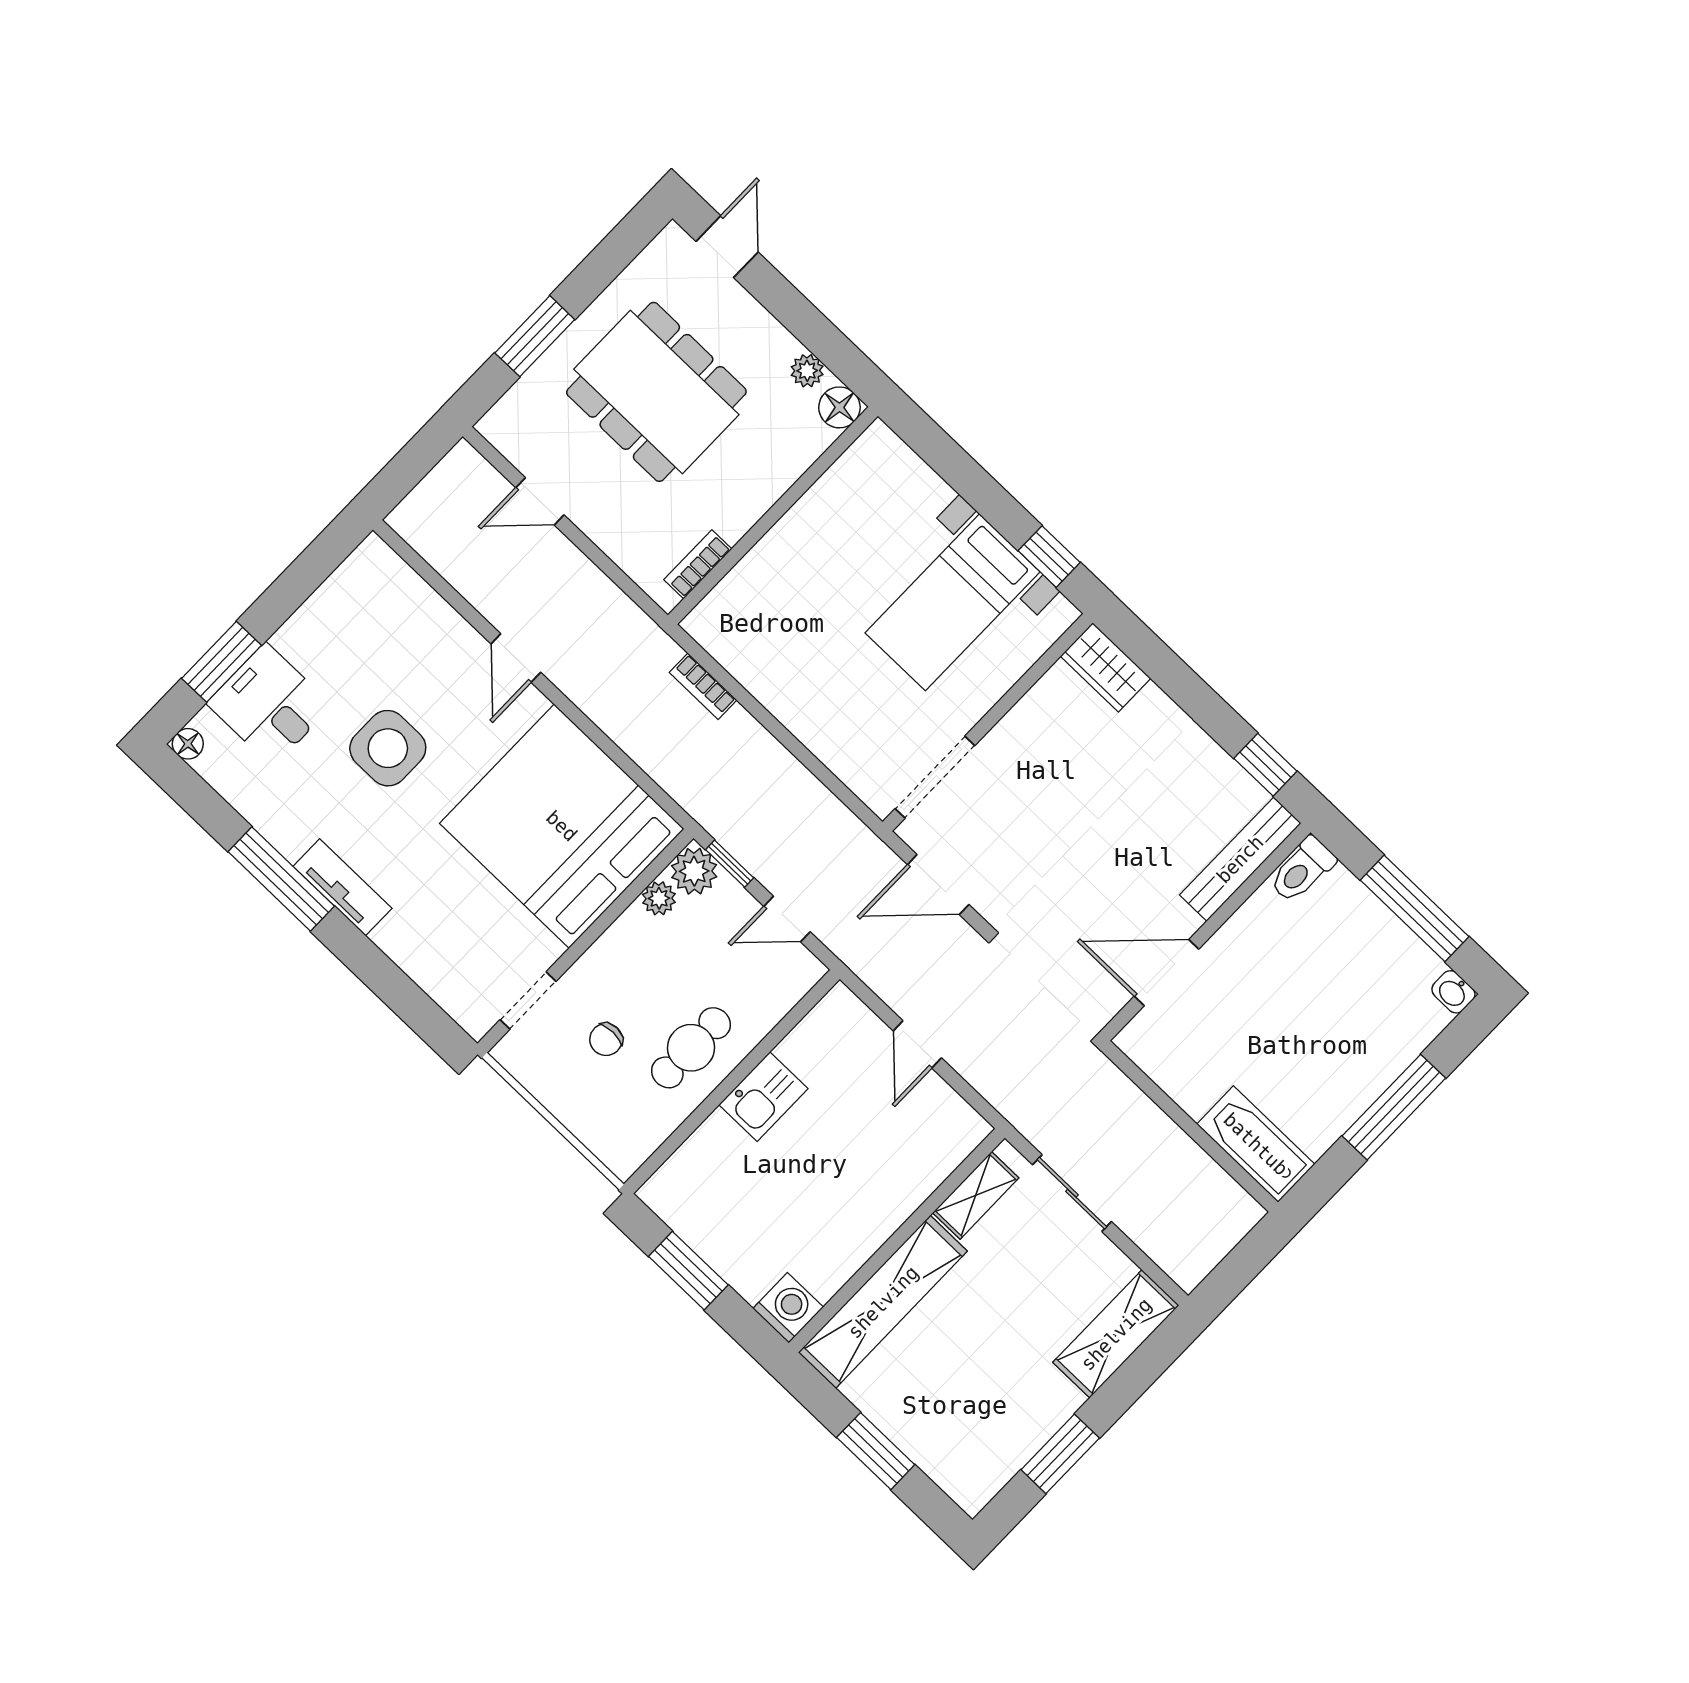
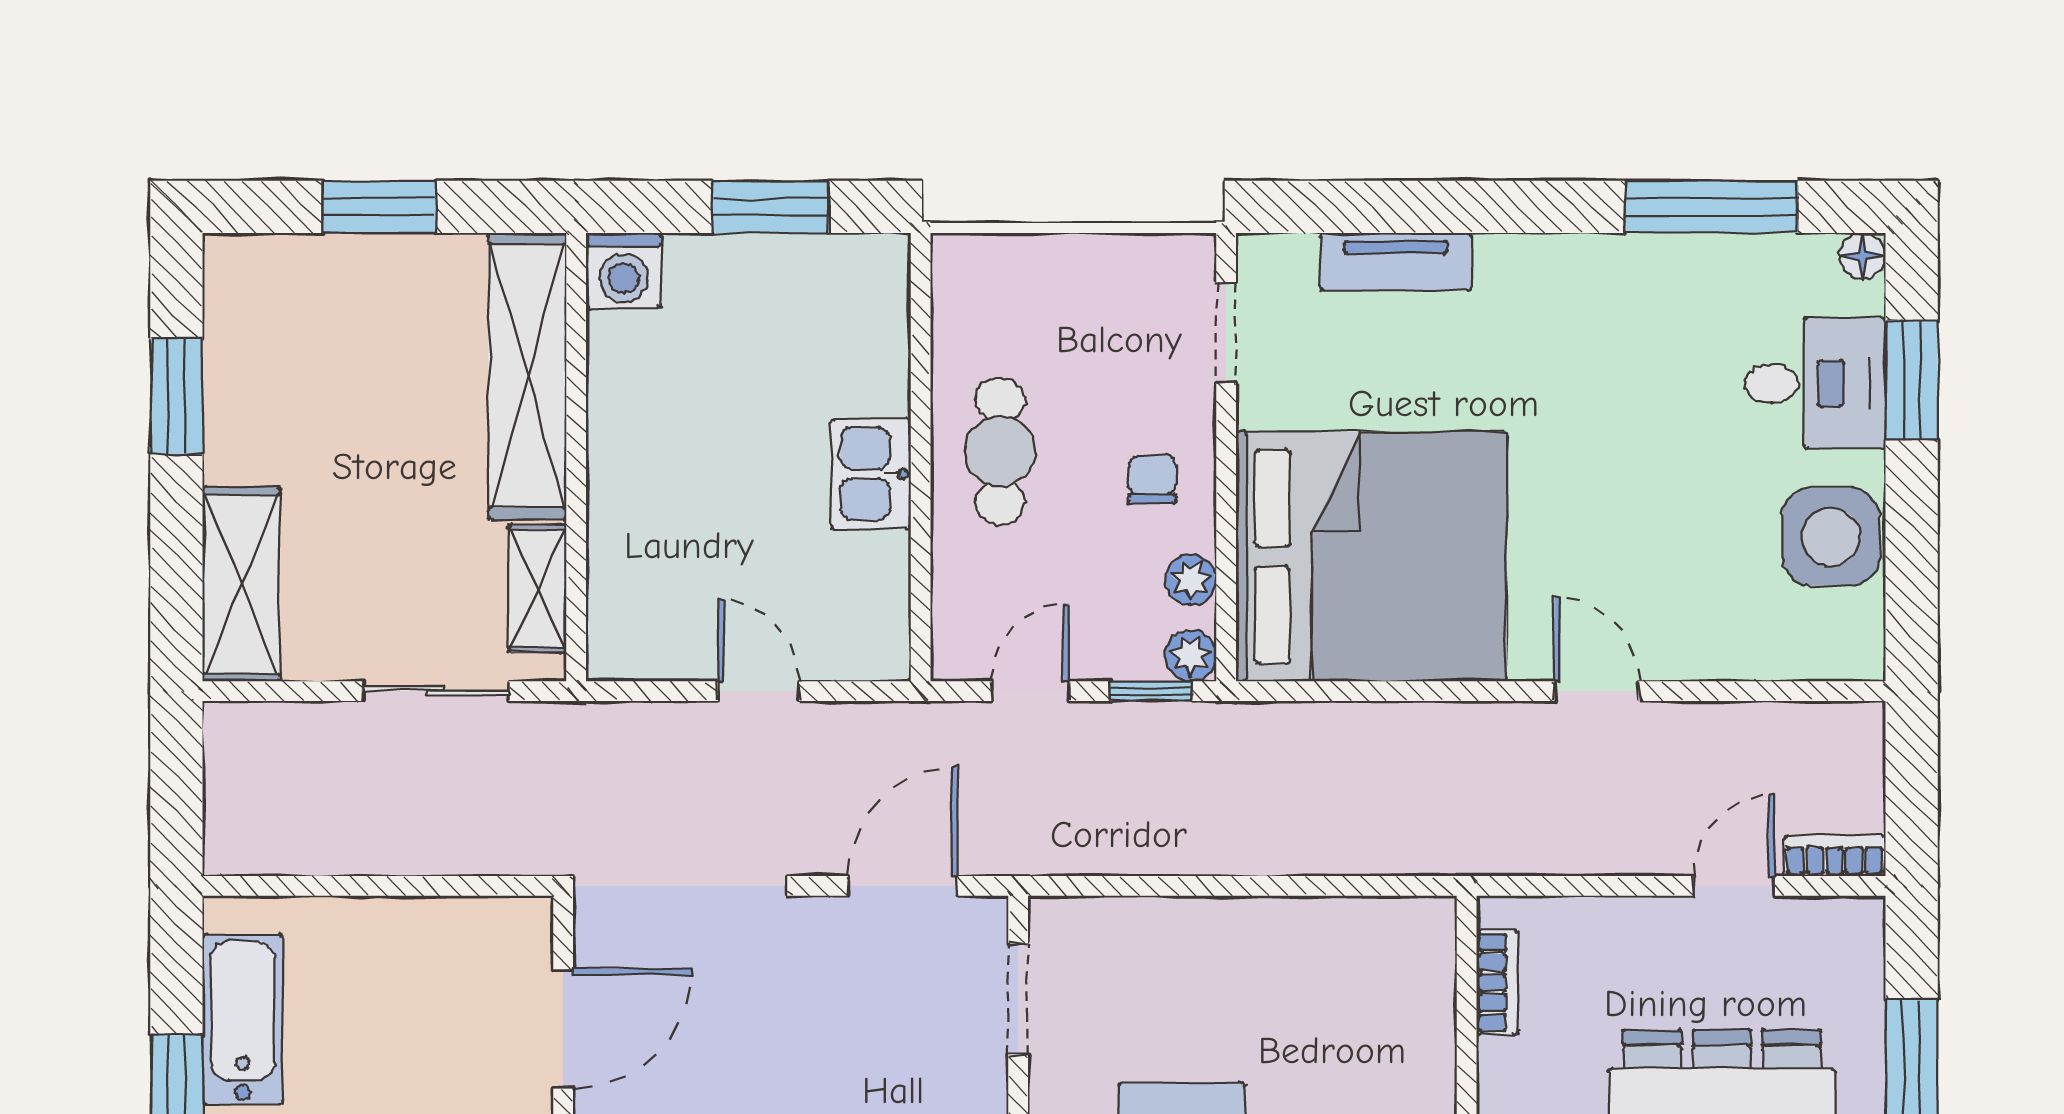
bookcase: (703, 686) -> (1835, 856), moved
side table: (388, 748) -> (1831, 537), moved
doorway: (935, 777) -> (1018, 999), width x0.73
plant: (694, 871) -> (1191, 656), width x0.73, depth x0.73
window: (281, 879) -> (1712, 207), moved
tv unit: (343, 887) -> (1396, 262), moved
chair: (606, 1040) -> (1152, 480), moved
bathtub: (1256, 1144) -> (243, 1019), moved, turned -90

